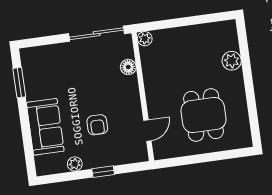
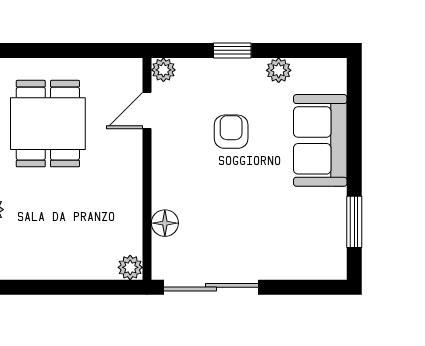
plant: (141, 155) -> (163, 70), added

